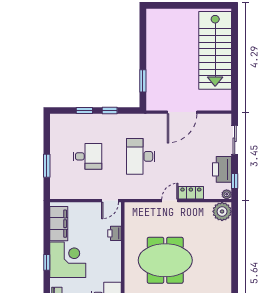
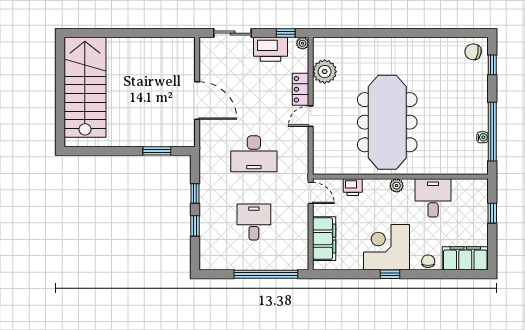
stairs: (215, 50) -> (85, 87), moved, turned -90
window: (47, 166) -> (266, 274), width x2.11
door: (170, 201) -> (311, 116), hinge flipped
plant: (222, 211) -> (325, 72), moved
filing cabinet: (59, 224) -> (324, 239), moved, turned 90
meeting table: (165, 260) -> (387, 122), width x1.36
plant: (116, 267) -> (397, 186), added

